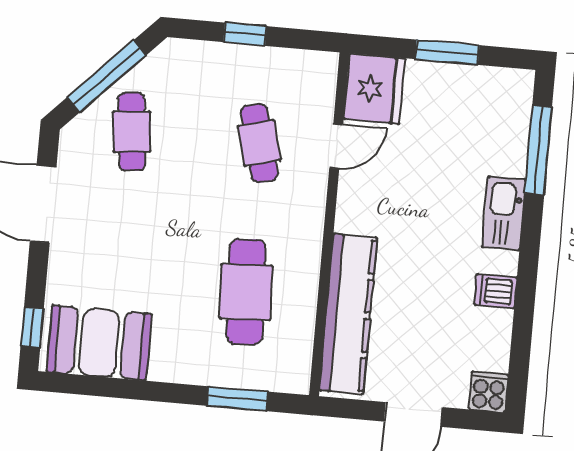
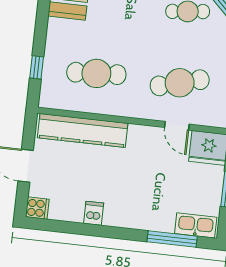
cafe table: (259, 143) -> (180, 83), width x1.37, depth x1.35
kitchen sink: (504, 213) -> (196, 225), moved
window: (238, 399) -> (37, 67), width x0.67

